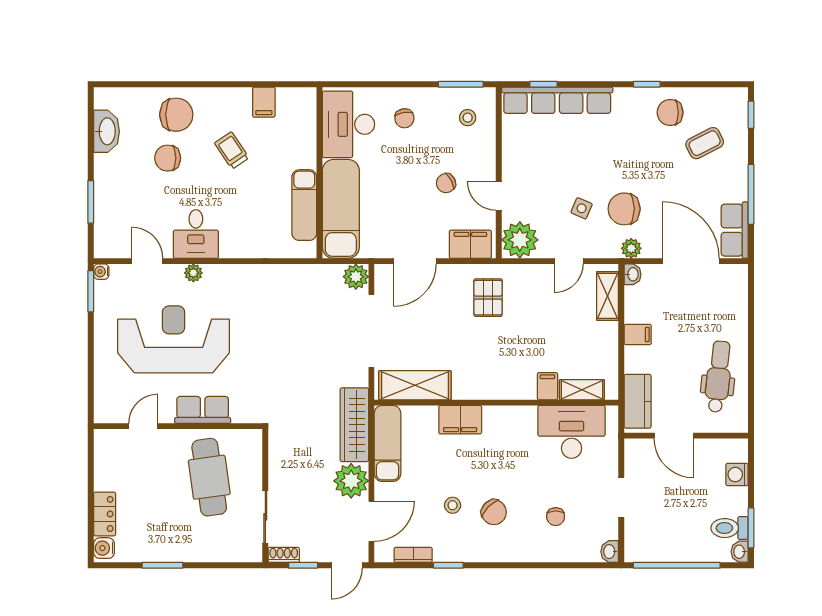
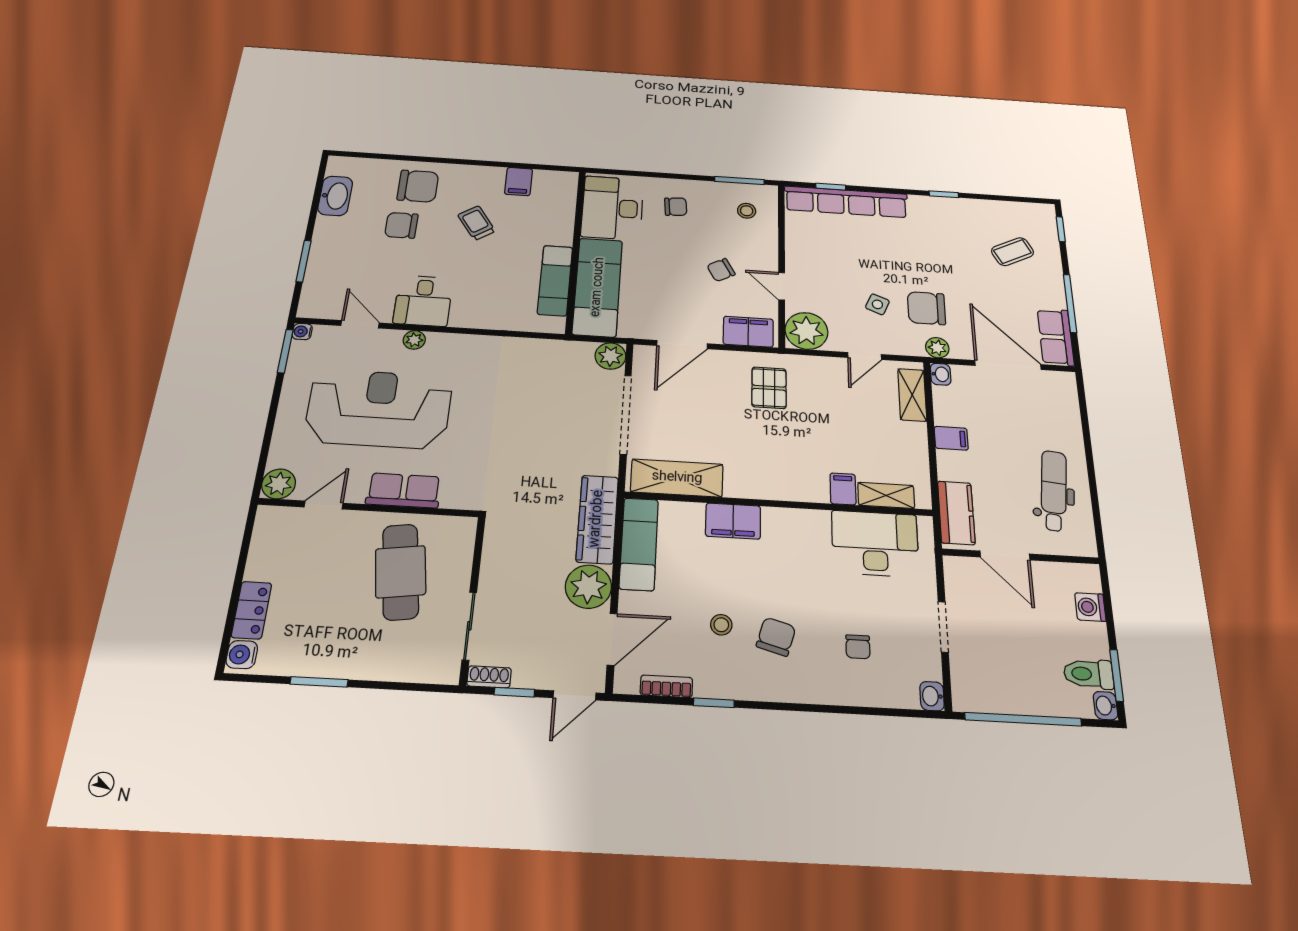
chair: (670, 112) -> (971, 221), removed
chair: (404, 118) -> (676, 207), turned -85
plant: (106, 411) -> (279, 484), added
chair: (494, 512) -> (776, 637), turned -119

